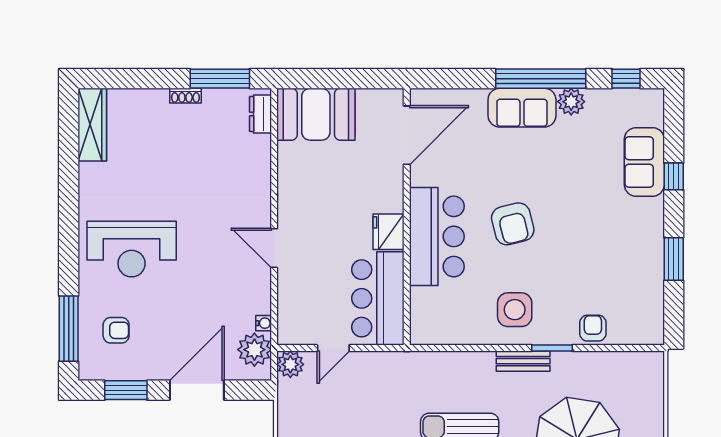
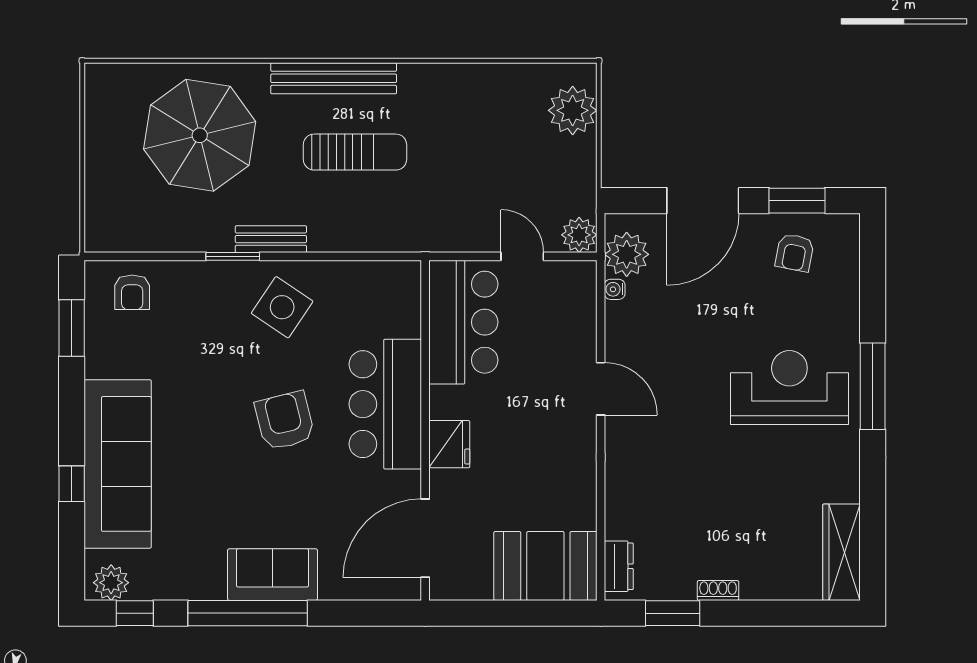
window: (220, 79) -> (673, 613), width x0.69
plant: (571, 102) -> (111, 583), moved
sofa: (644, 162) -> (118, 464), width x1.85, depth x1.27
fridge: (388, 232) -> (449, 444), moved
window: (674, 259) -> (72, 328), moved
side table: (515, 310) -> (282, 307), turned 34
armchair: (593, 328) -> (132, 292), moved
window: (69, 329) -> (873, 386), moved
armchair: (116, 330) -> (795, 253), moved, turned -79
door: (333, 348) -> (522, 256), hinge flipped

